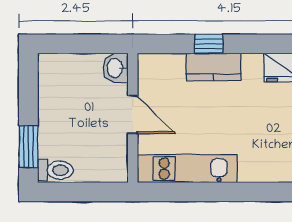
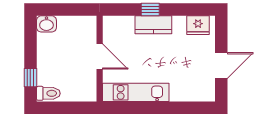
washbasin: (115, 68) -> (46, 24), moved, turned -90
window: (28, 146) -> (30, 78), width x0.67

